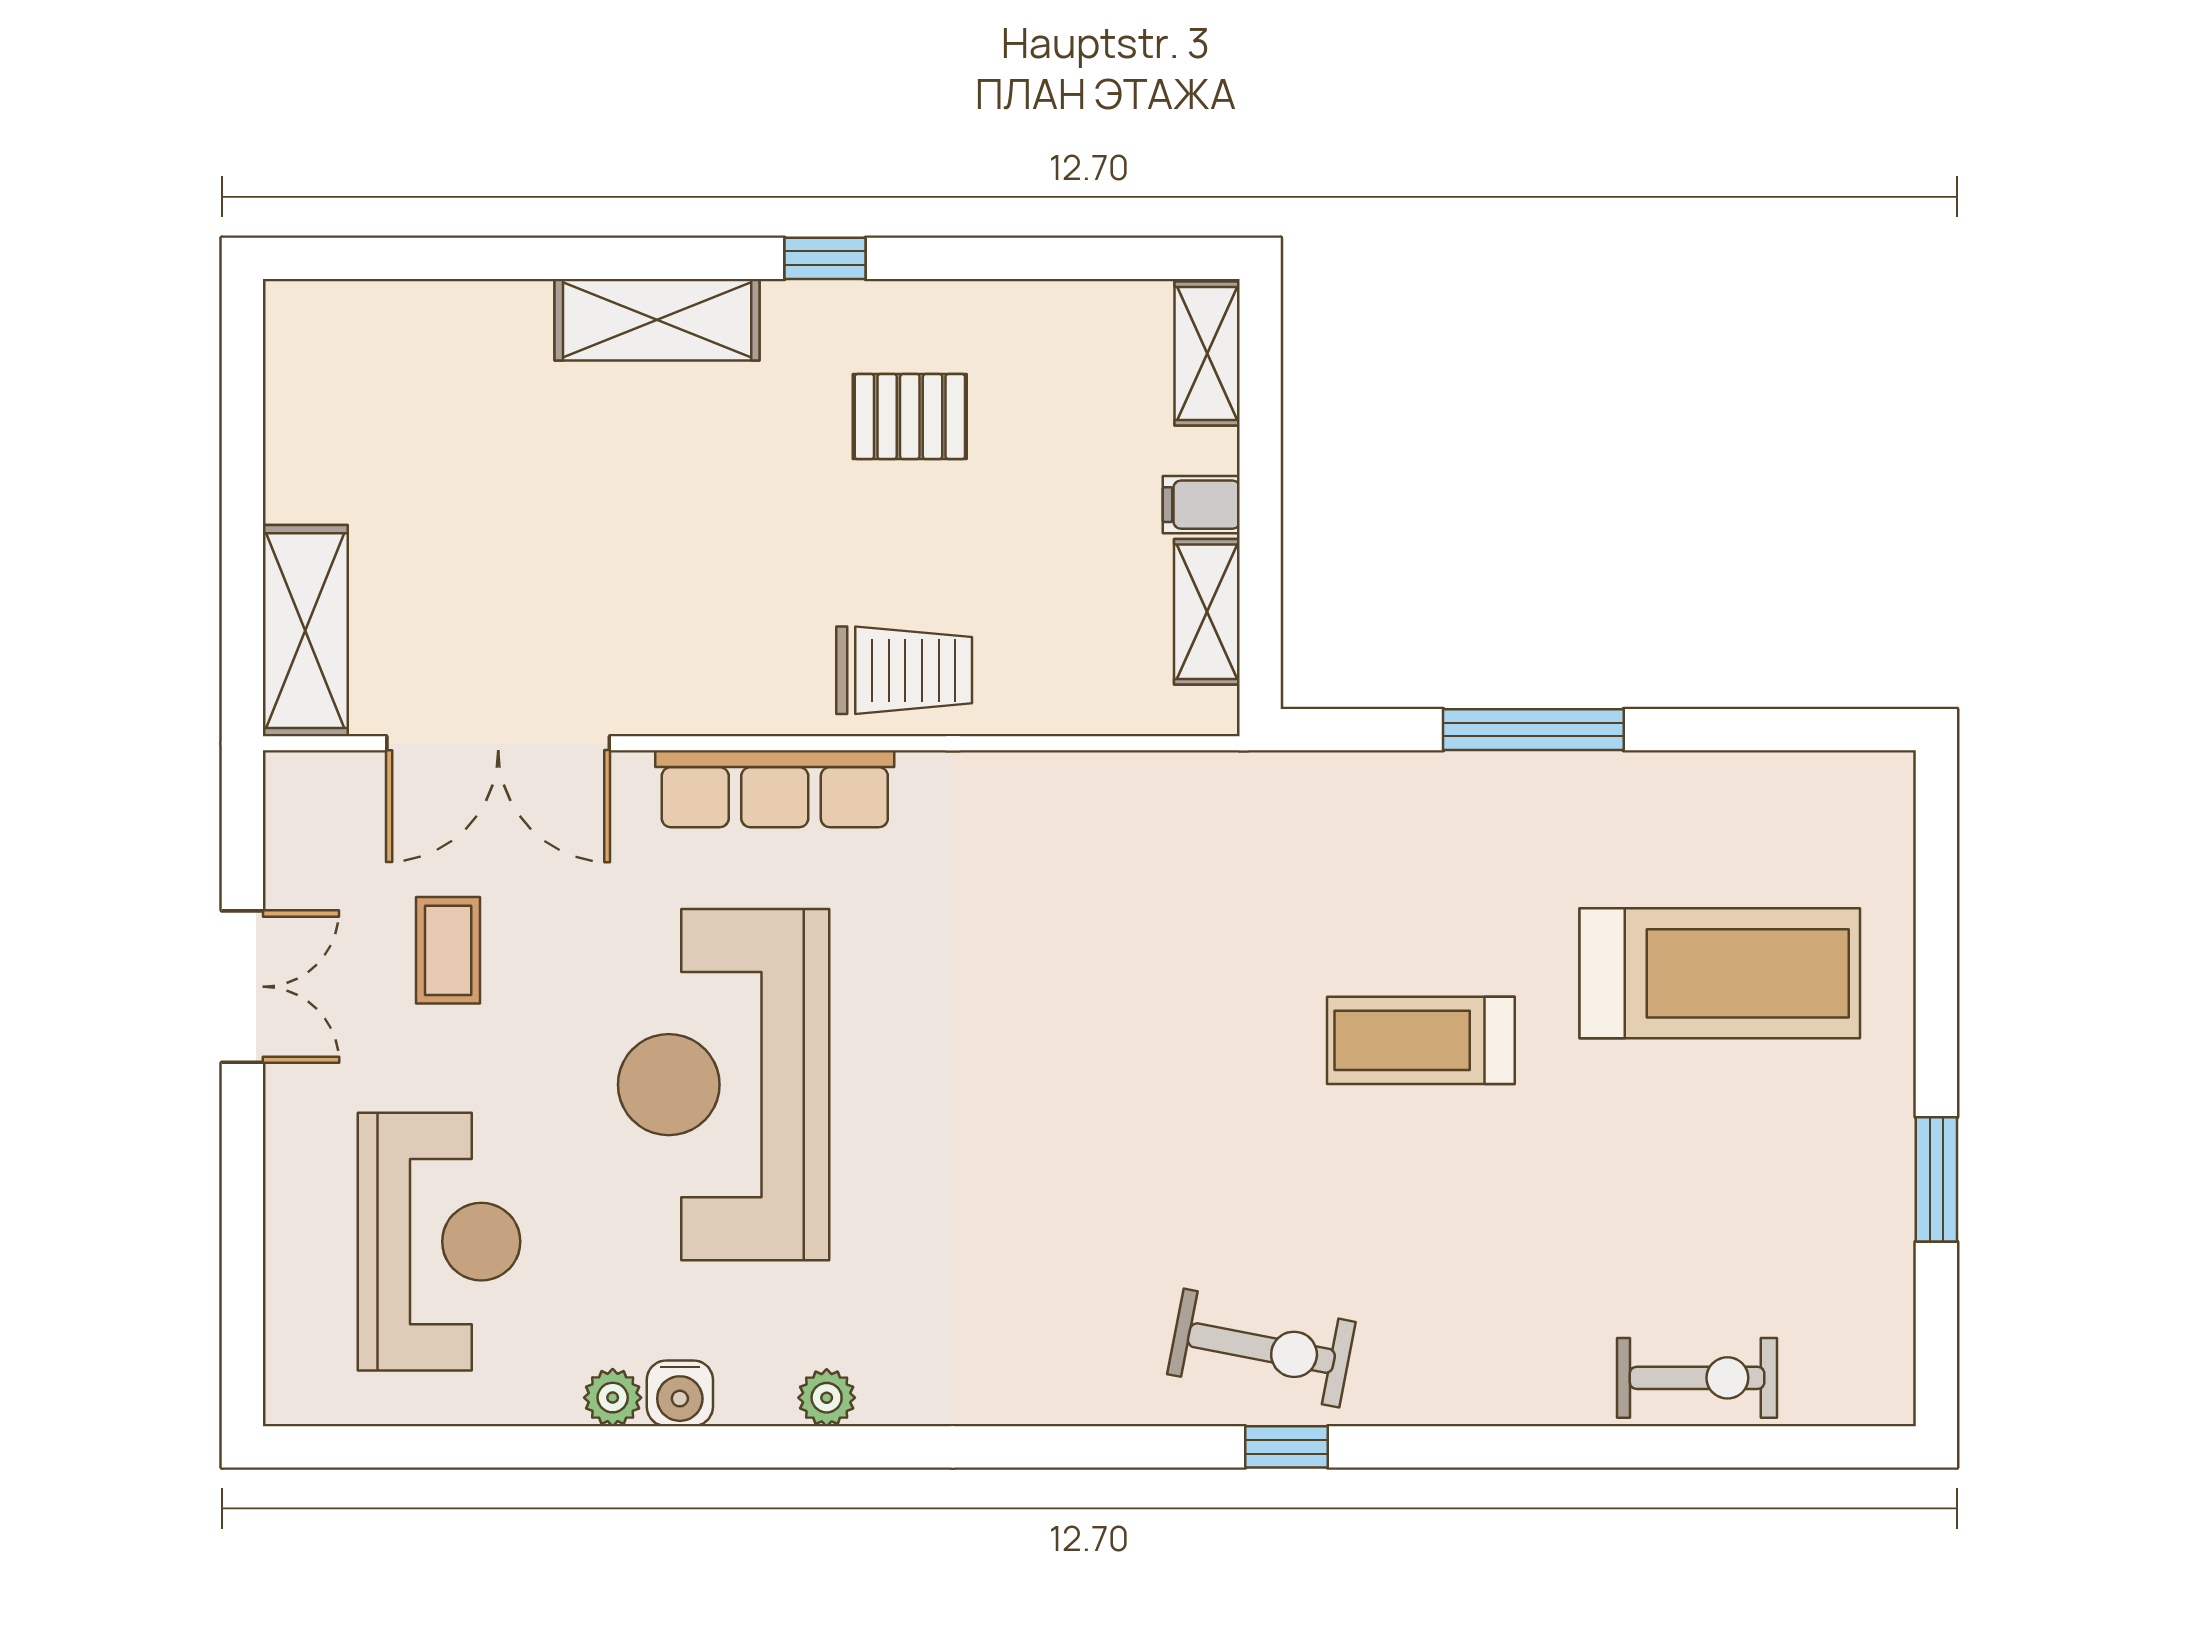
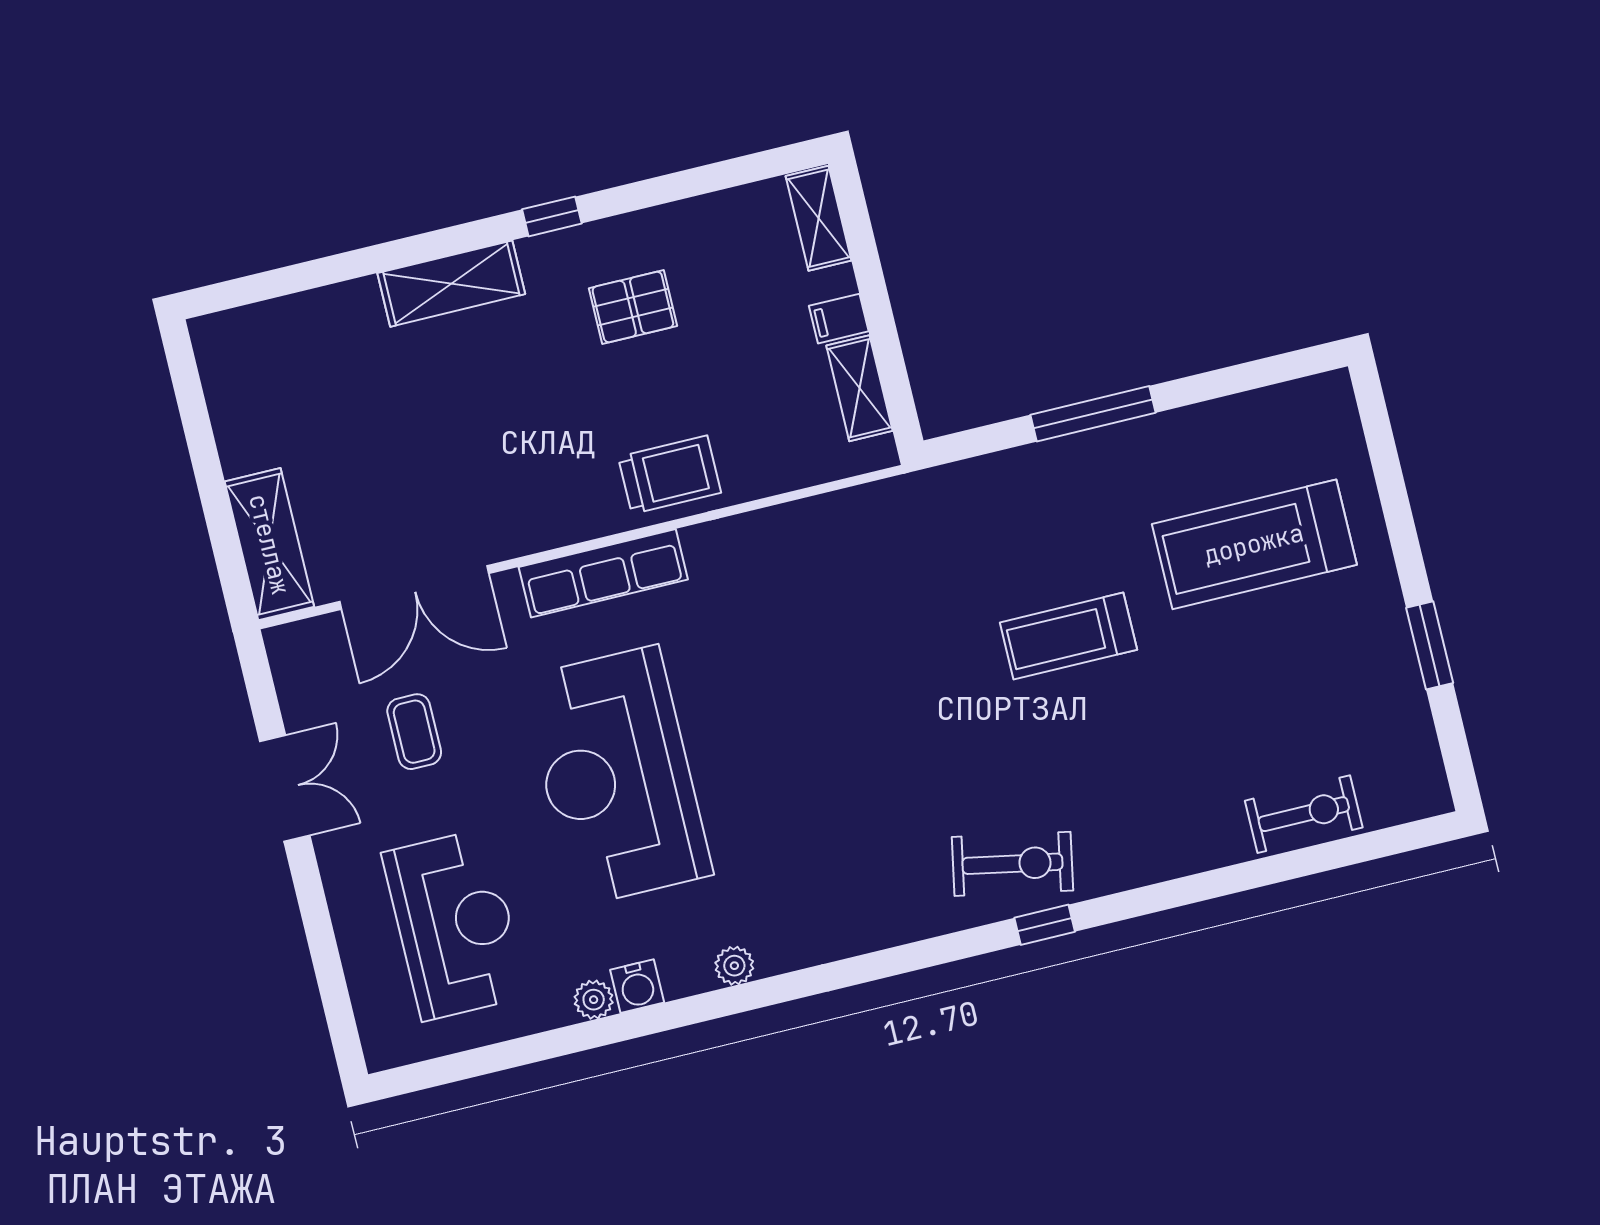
treadmill: (1720, 973) -> (1254, 544), turned 180

